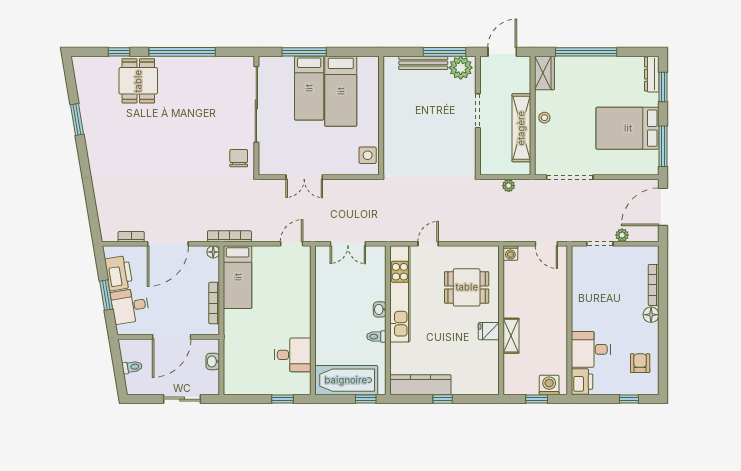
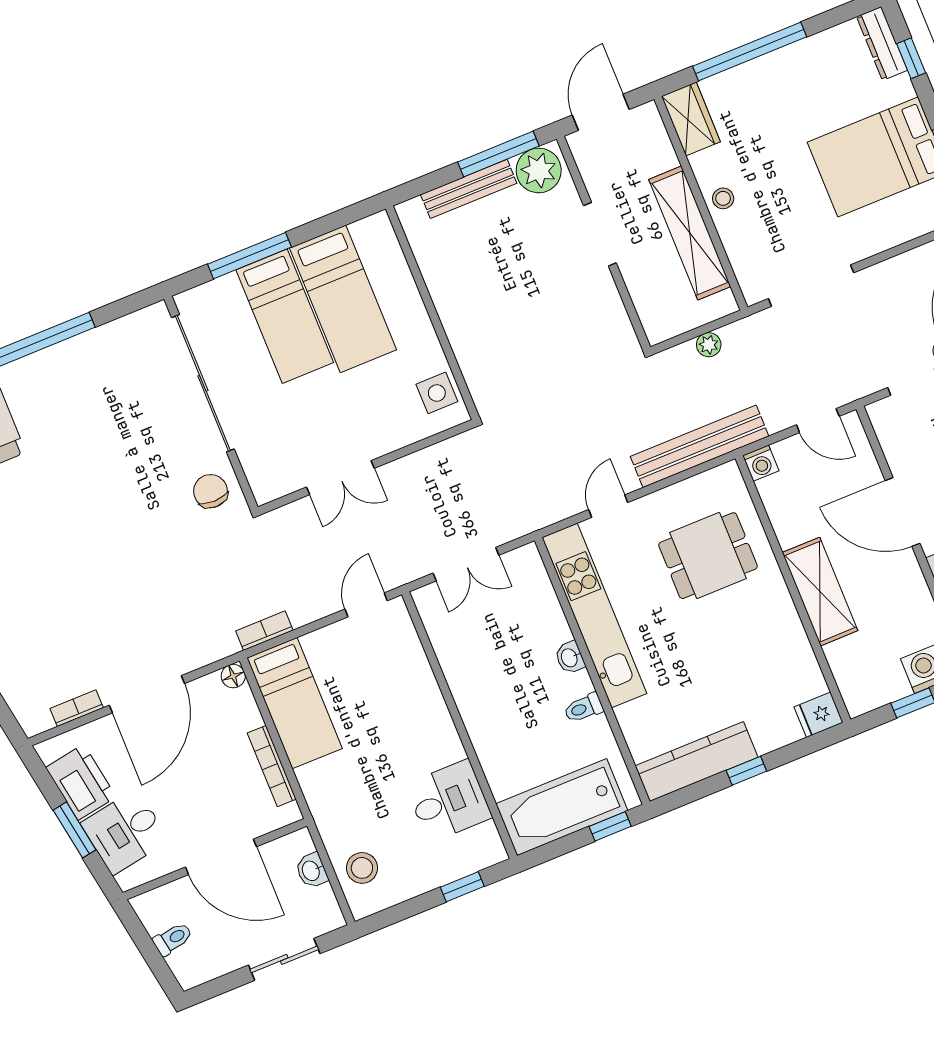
window: (663, 87) -> (911, 58), width x0.67
bench: (484, 233) -> (700, 446), added
bookcase: (229, 236) -> (264, 631), width x0.64
door: (569, 305) -> (903, 512), added
fridge: (489, 331) -> (819, 715), moved
shelving: (511, 336) -> (820, 592), width x1.50, depth x1.33
door: (172, 337) -> (221, 857), hinge flipped
stool: (238, 370) -> (362, 868), added

